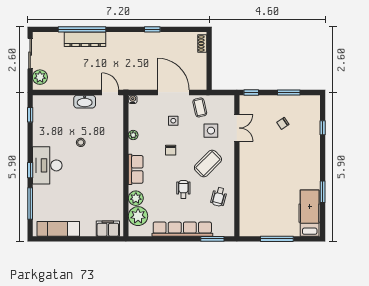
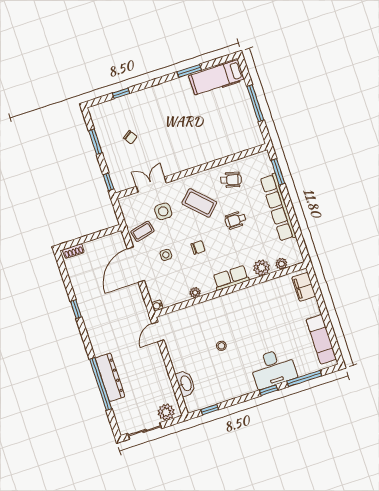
washbasin: (85, 102) -> (186, 383), moved
desk: (47, 165) -> (273, 368), moved
plant: (138, 216) -> (281, 264), width x0.53, depth x0.53

